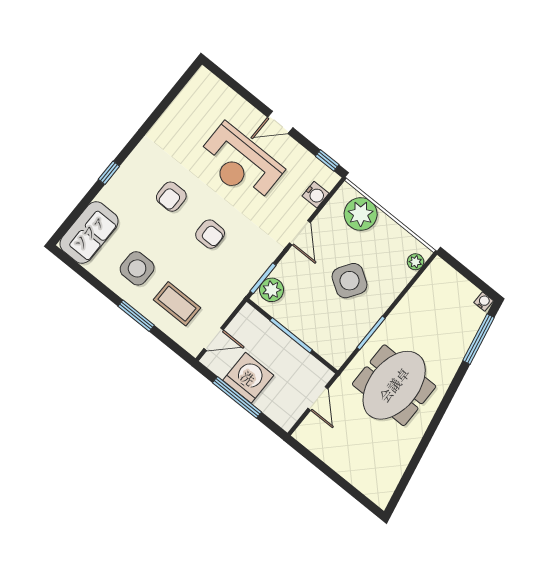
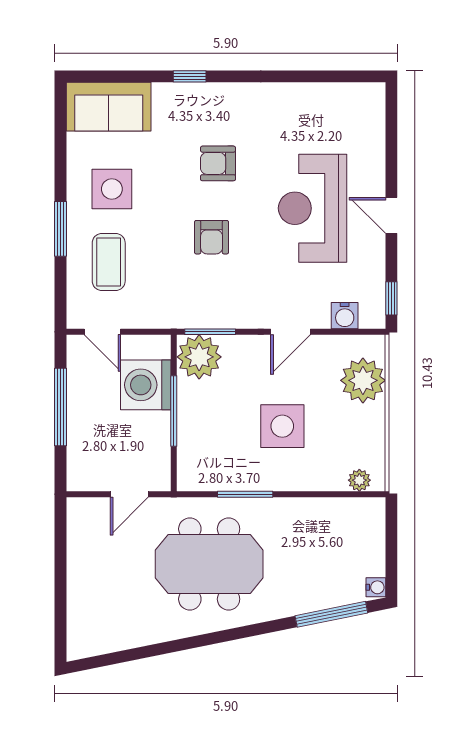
side table: (350, 281) -> (282, 426), turned -33
plant: (272, 290) -> (199, 357), width x1.36, depth x1.36
washing machine: (248, 378) -> (146, 385), moved, turned 180

